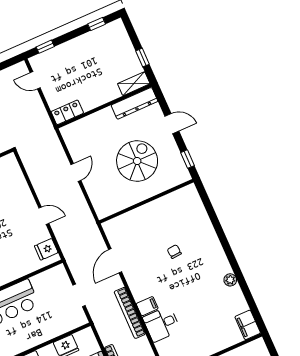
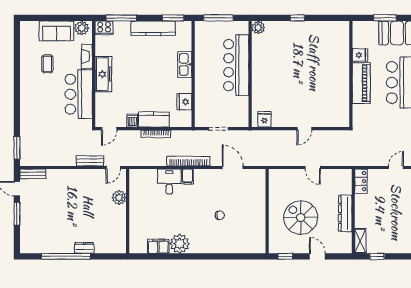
dresser: (134, 103) -> (345, 213), moved
door: (172, 124) -> (317, 256), swing flipped
spiral stairs: (137, 161) -> (301, 218), turned 180
door: (44, 216) -> (304, 129), moved
plant: (230, 280) -> (180, 244), width x1.88, depth x1.88
filing cabinet: (248, 325) -> (158, 246), moved

